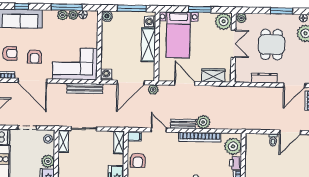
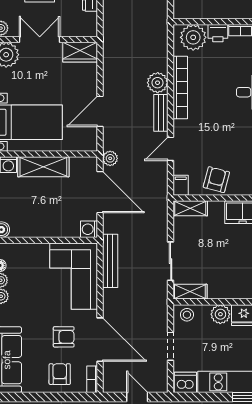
wardrobe: (213, 75) -> (80, 52), moved, turned -90
door: (32, 81) -> (100, 340), hinge flipped
armchair: (138, 160) -> (216, 180), turned -75

